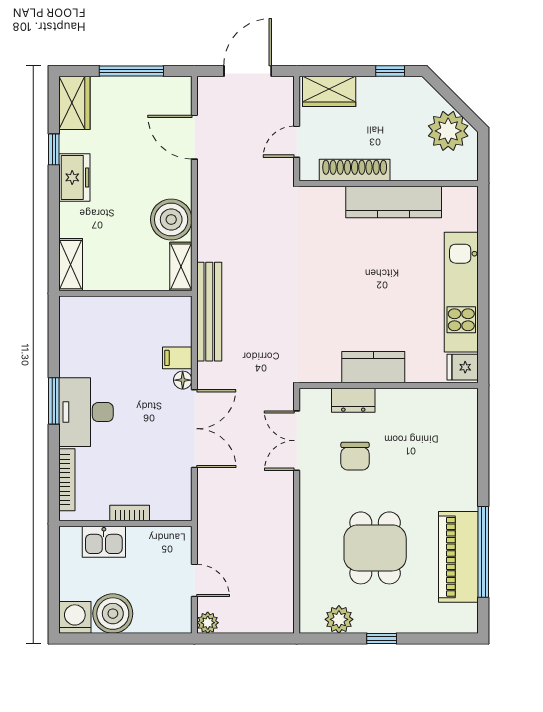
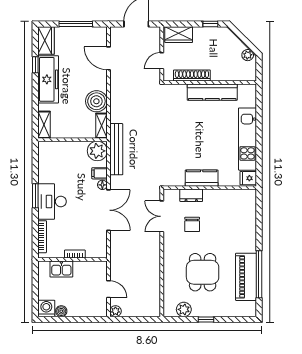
plant: (448, 131) -> (248, 55), width x0.53, depth x0.53
freezer: (74, 177) -> (48, 79), width x1.91, depth x1.26
plant: (173, 315) -> (97, 151), added
boiler: (113, 614) -> (61, 311), width x0.54, depth x0.54

